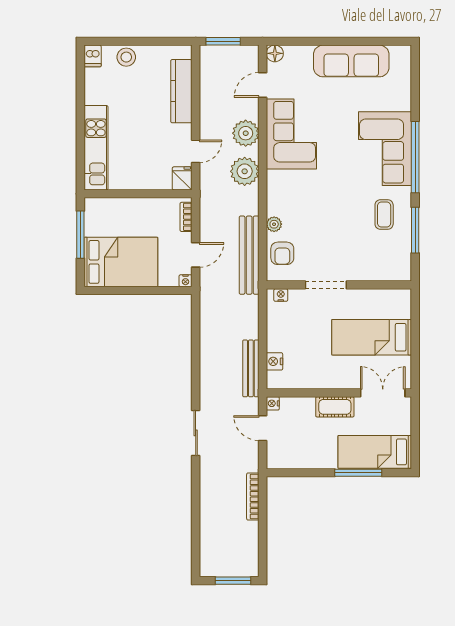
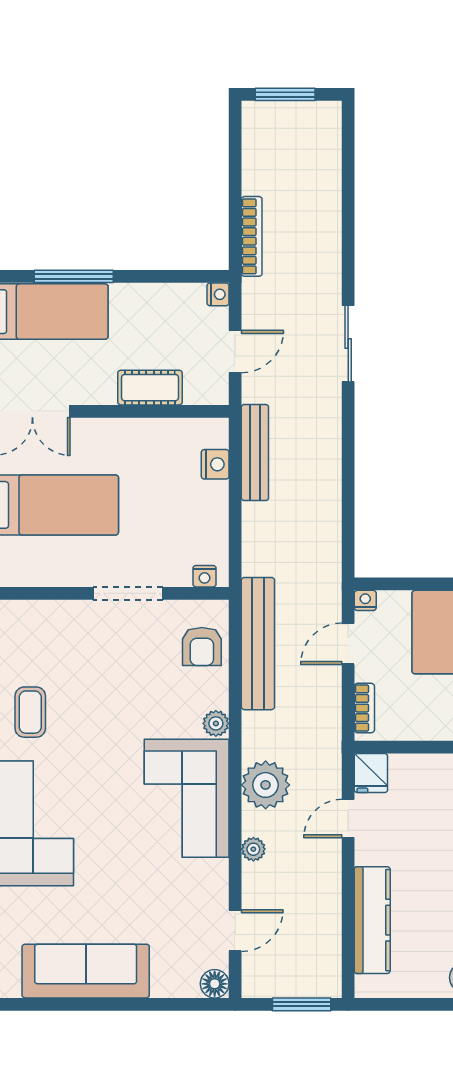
plant: (246, 133) -> (253, 849), width x0.53, depth x0.53
corner sofa: (291, 134) -> (187, 798), moved
plant: (274, 224) -> (216, 723), moved
armchair: (282, 253) -> (202, 647), turned 180
nightstand: (273, 403) -> (218, 294), moved
cot: (335, 407) -> (150, 388), moved
door: (263, 428) -> (235, 352), hinge flipped

